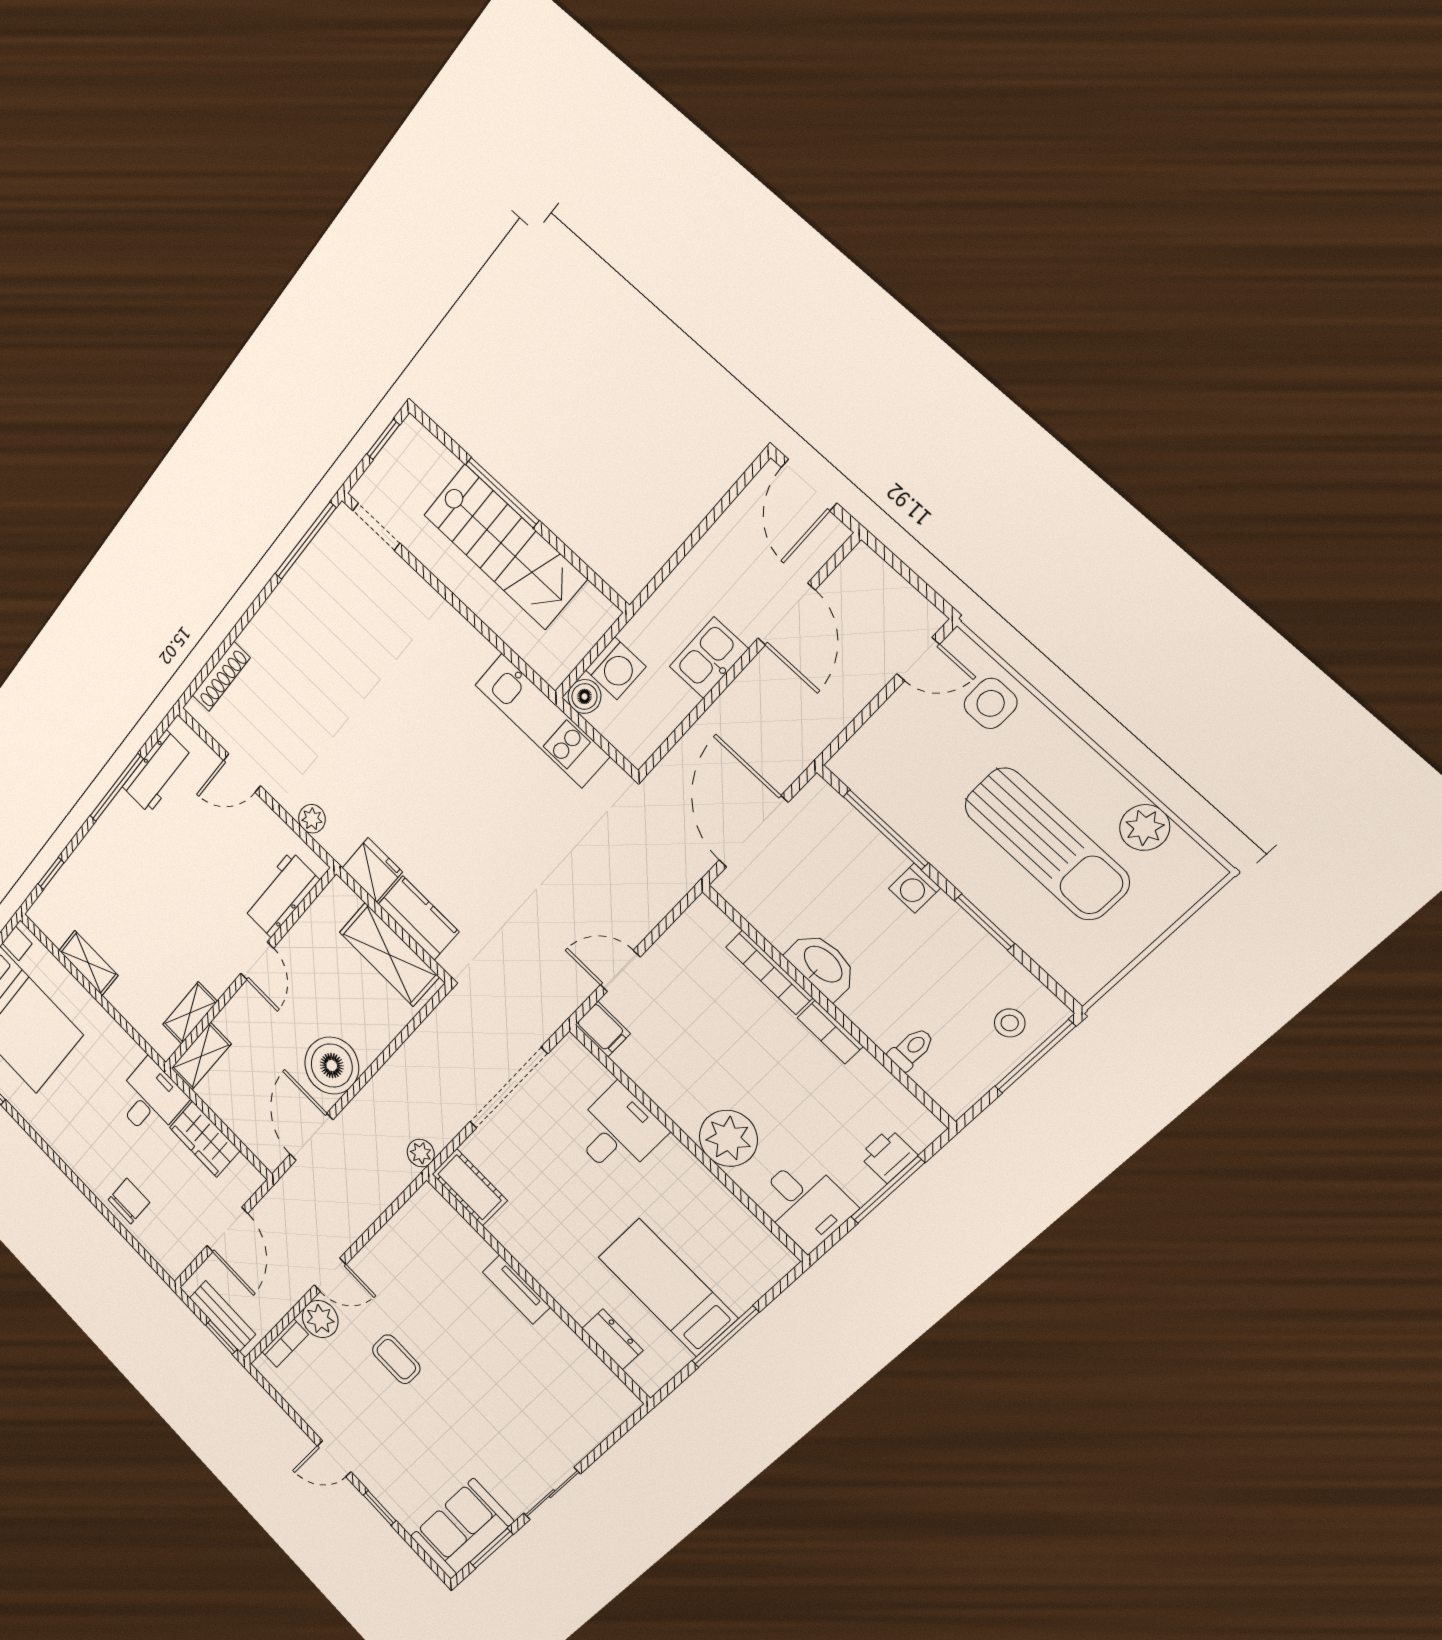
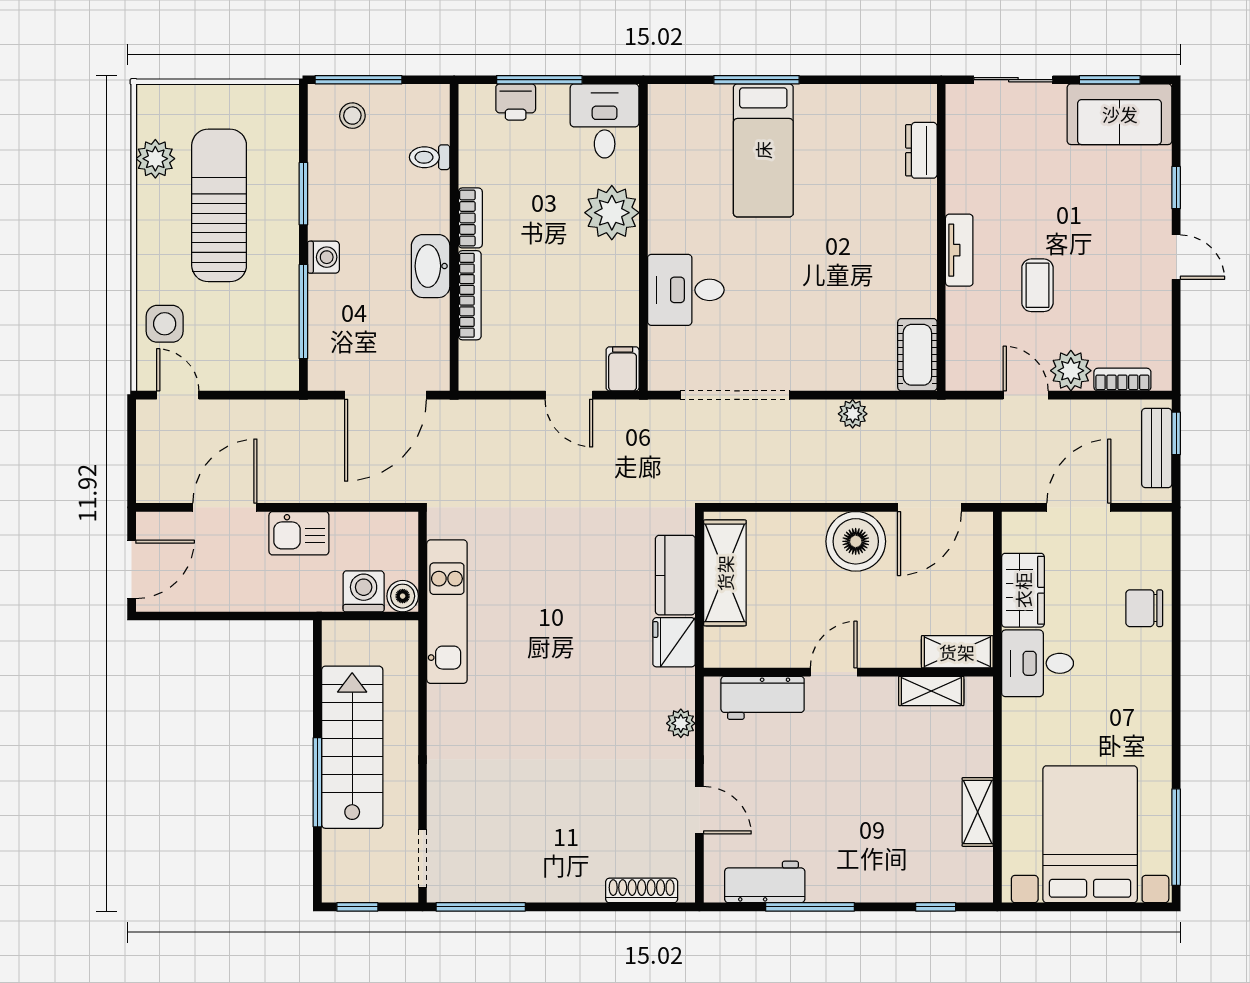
cot: (469, 1187) -> (917, 355), moved
wall: (537, 1288) -> (941, 237), moved
tv unit: (516, 1290) -> (959, 250), moved
dresser: (613, 1339) -> (921, 150), moved

